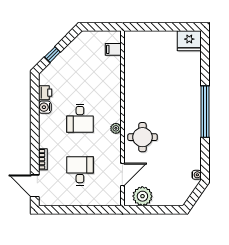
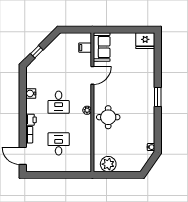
sofa: (134, 49) -> (102, 47), added
printer: (45, 93) -> (31, 120), moved
window: (205, 112) -> (158, 97), width x0.47
door: (122, 174) -> (92, 75), moved

